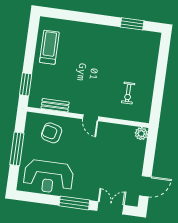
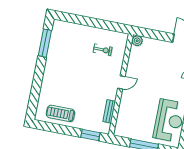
window: (132, 24) -> (45, 43), width x1.44
armchair: (52, 133) -> (132, 116), removed

